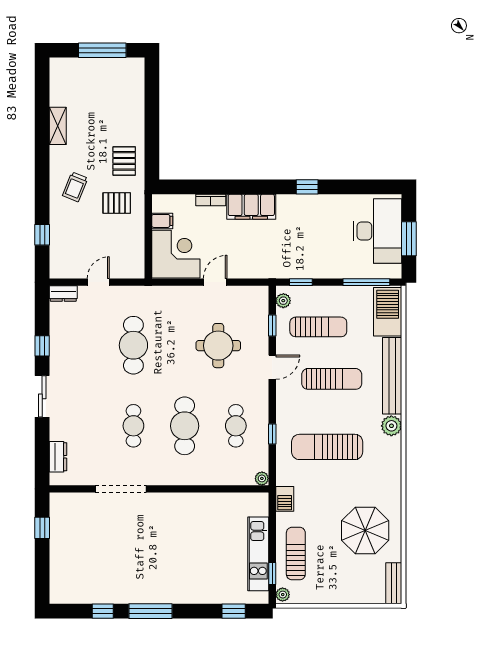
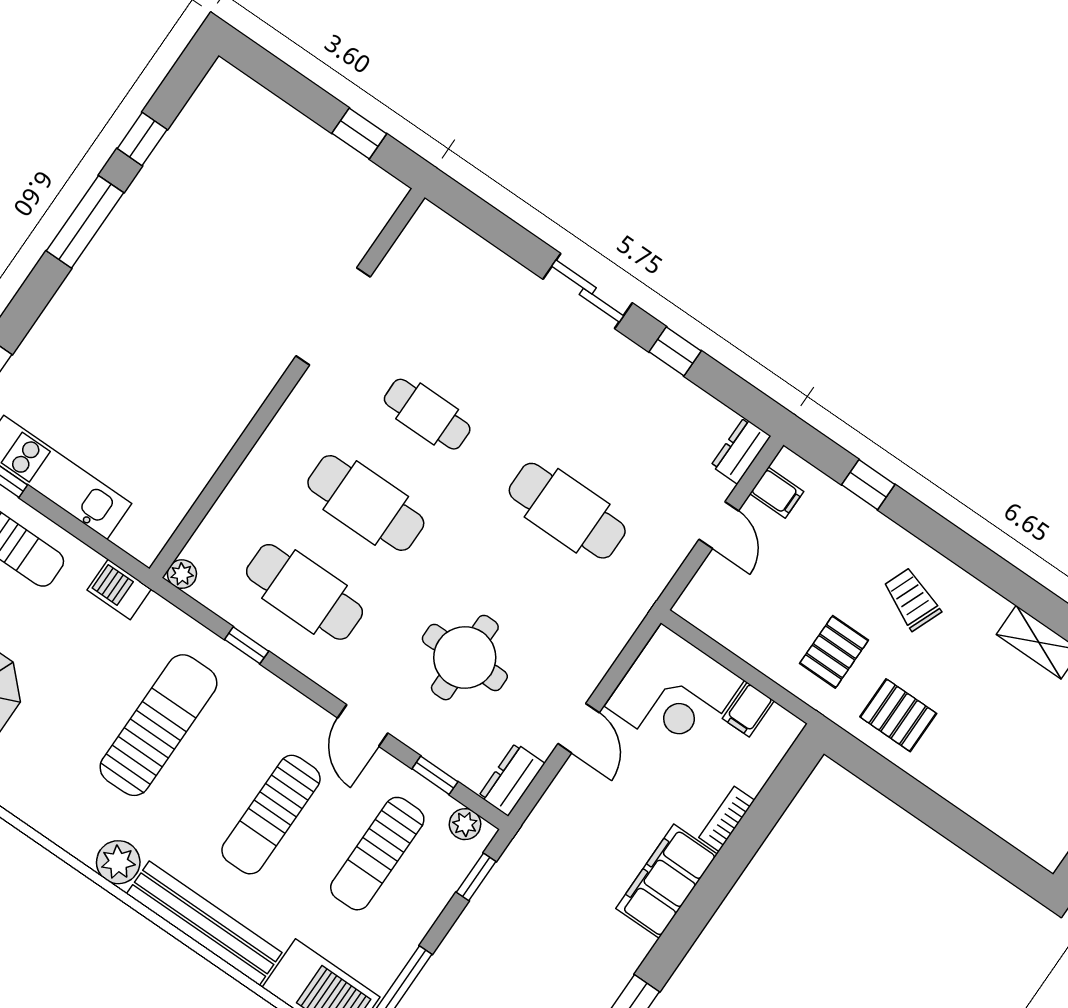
filing cabinet: (70, 268) -> (777, 493), added
cafe table: (236, 426) -> (304, 592), width x1.37, depth x1.35
dresser: (58, 457) -> (512, 780), moved, turned 90

